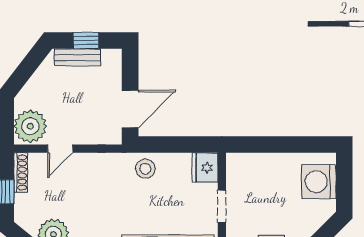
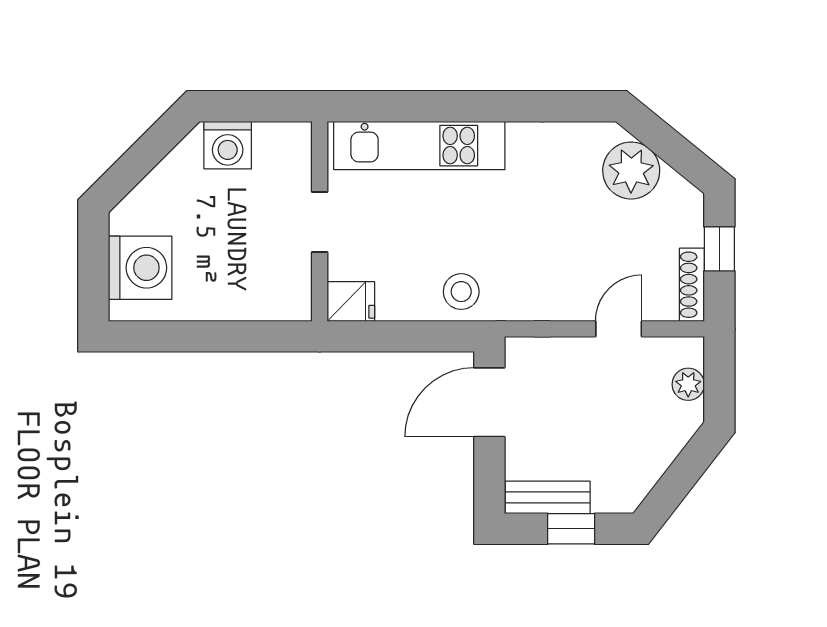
bench: (77, 57) -> (548, 497), moved
plant: (30, 126) -> (688, 384), width x0.53, depth x0.53
fridge: (205, 168) -> (351, 301), width x0.72

